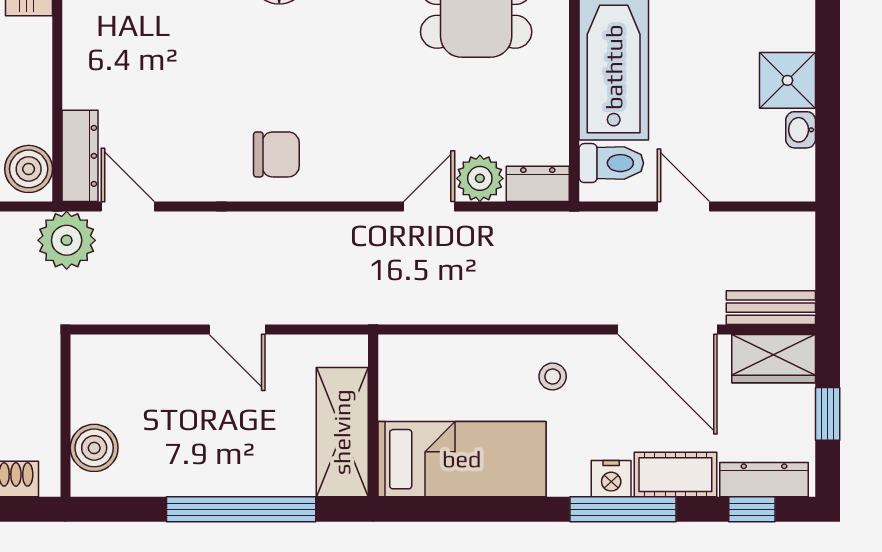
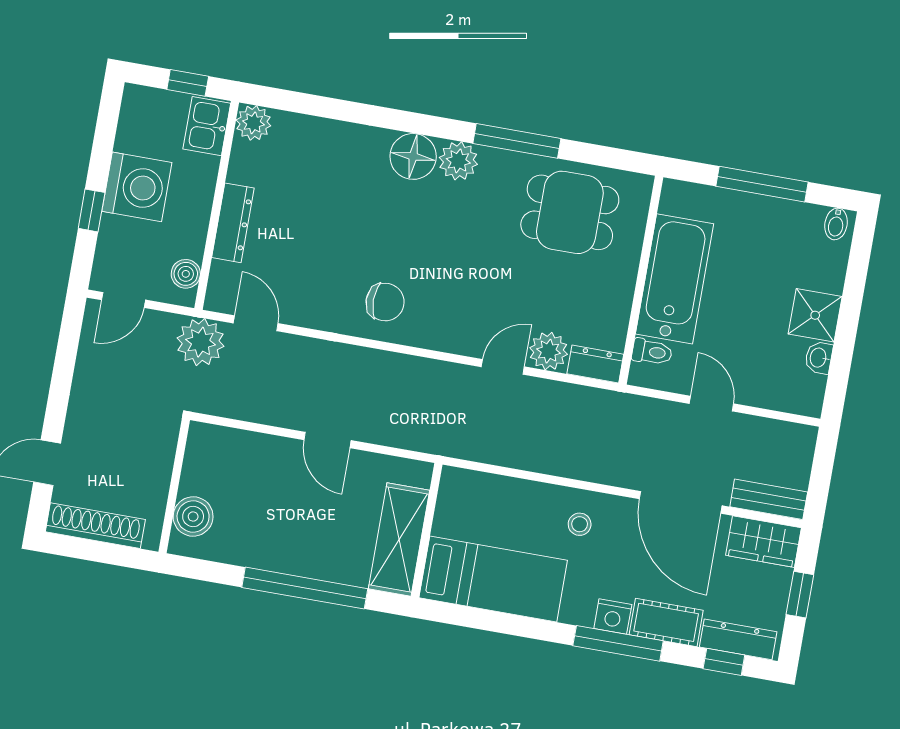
dresser: (80, 156) -> (233, 223), moved
toilet: (611, 163) -> (652, 352), width x0.73, depth x0.72
boiler: (29, 169) -> (186, 274), width x0.73, depth x0.73

